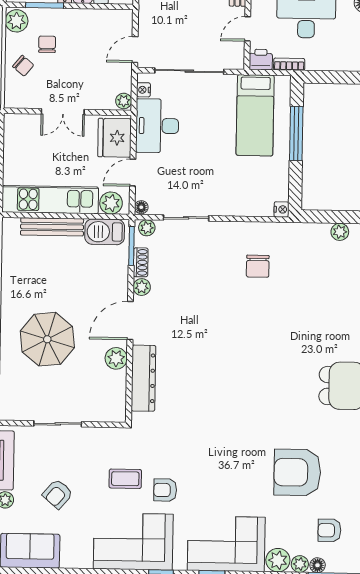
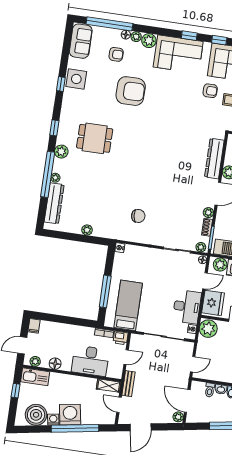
door: (135, 49) -> (193, 364), moved
plant: (124, 101) -> (208, 329), width x1.88, depth x1.88
chair: (258, 266) -> (138, 216), turned 83

